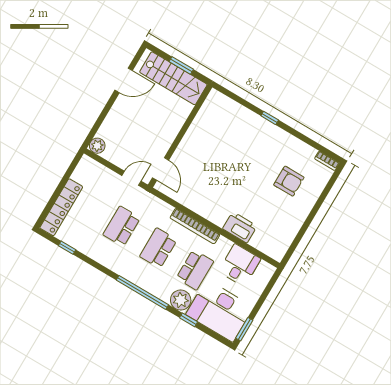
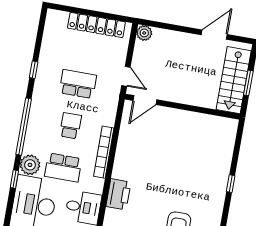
door: (124, 80) -> (214, 35), swing flipped
locker: (61, 207) -> (96, 25), moved
window: (67, 248) -> (34, 70), moved
school desk: (158, 248) -> (71, 126), width x0.54

